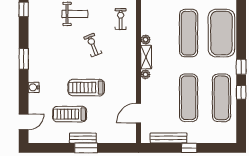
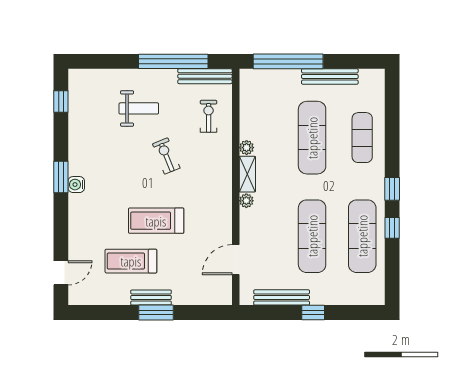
exercise mat: (221, 33) -> (362, 138), width x0.50, depth x0.69
water cooler: (34, 87) -> (76, 185), moved

